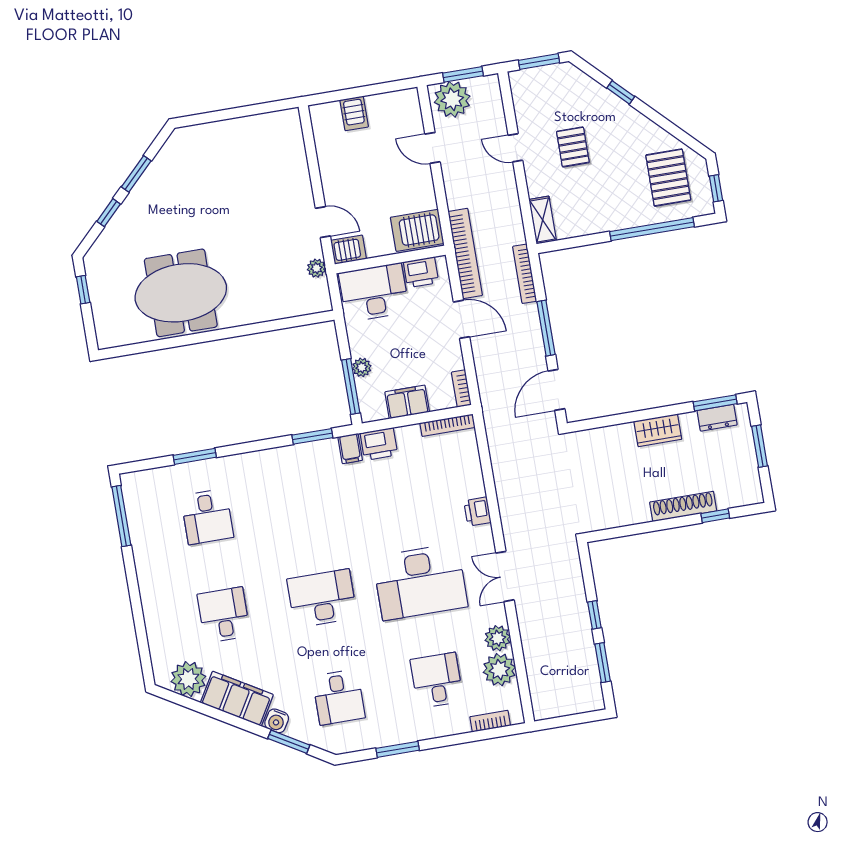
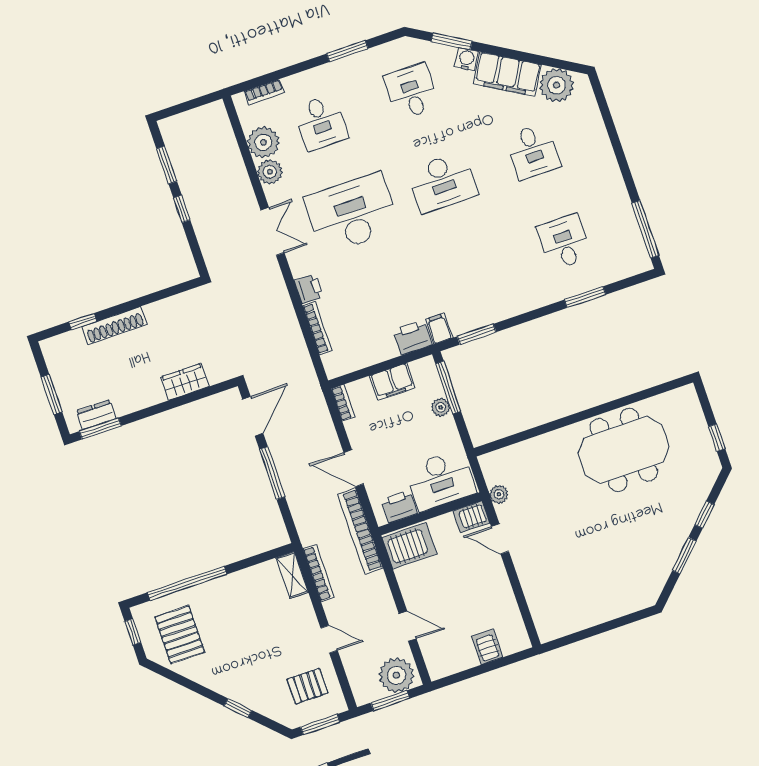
pallet: (573, 147) -> (307, 686), moved, turned 90
bookcase: (525, 274) -> (319, 573), moved
bookcase: (447, 425) -> (317, 328), moved, turned 90
wardrobe: (658, 430) -> (185, 382), moved

